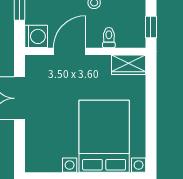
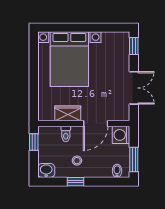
wardrobe: (129, 65) -> (68, 113), moved
window: (19, 153) -> (134, 46), added

